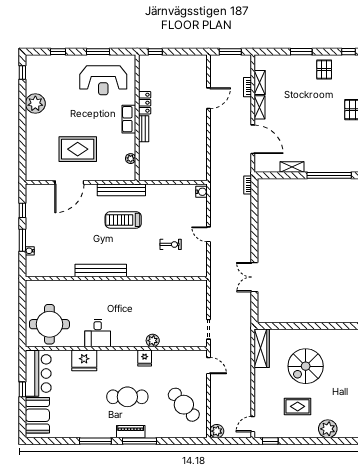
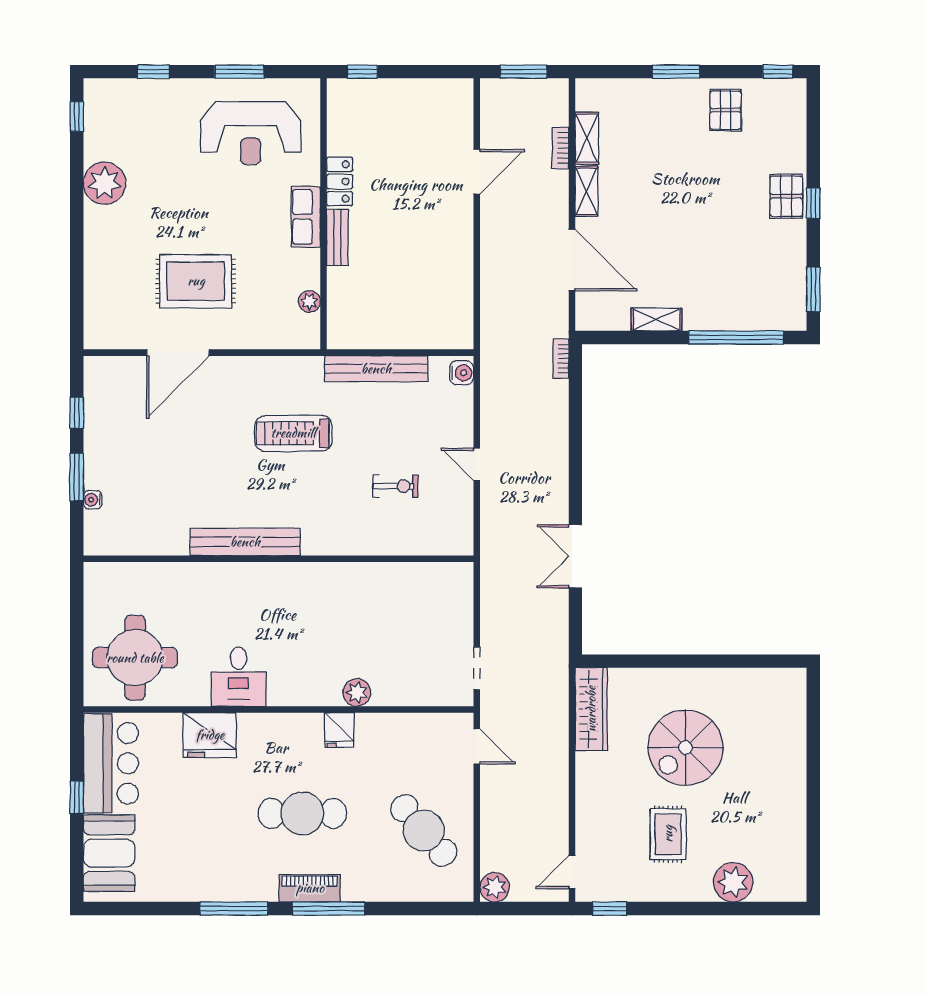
bench: (121, 190) -> (376, 369), moved
rug: (298, 406) -> (668, 834), turned 90

